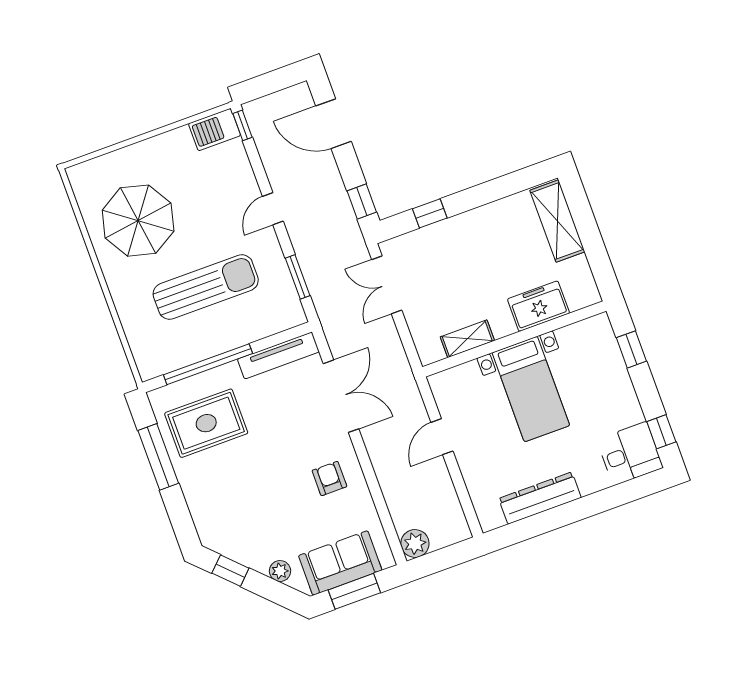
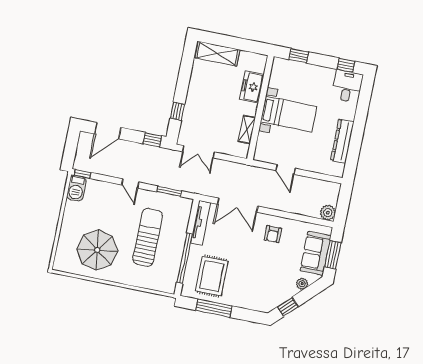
double door: (341, 396) -> (238, 205), swing flipped
armchair: (329, 478) -> (273, 234), turned -90

